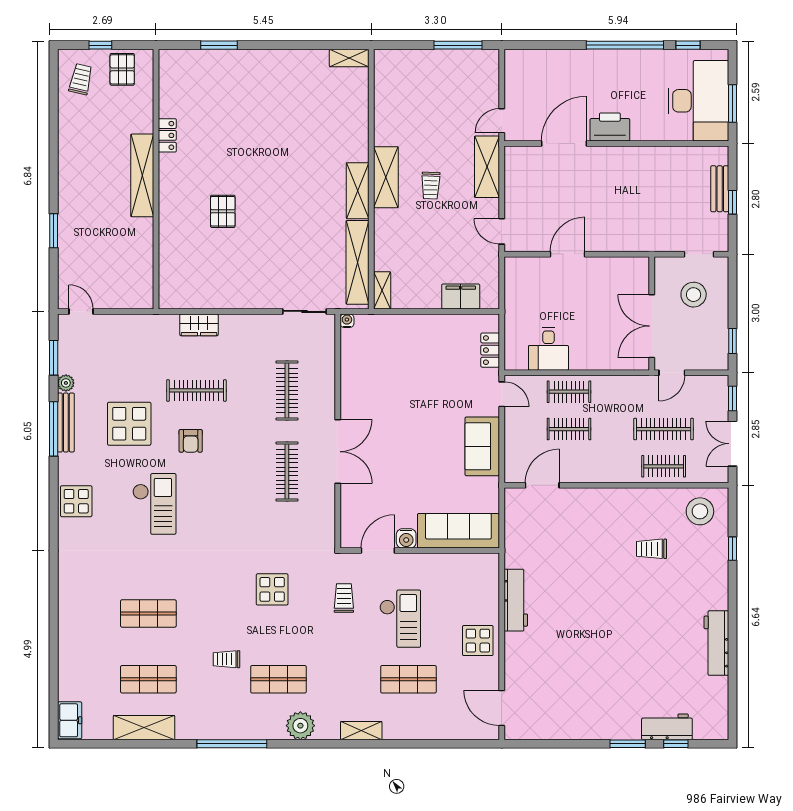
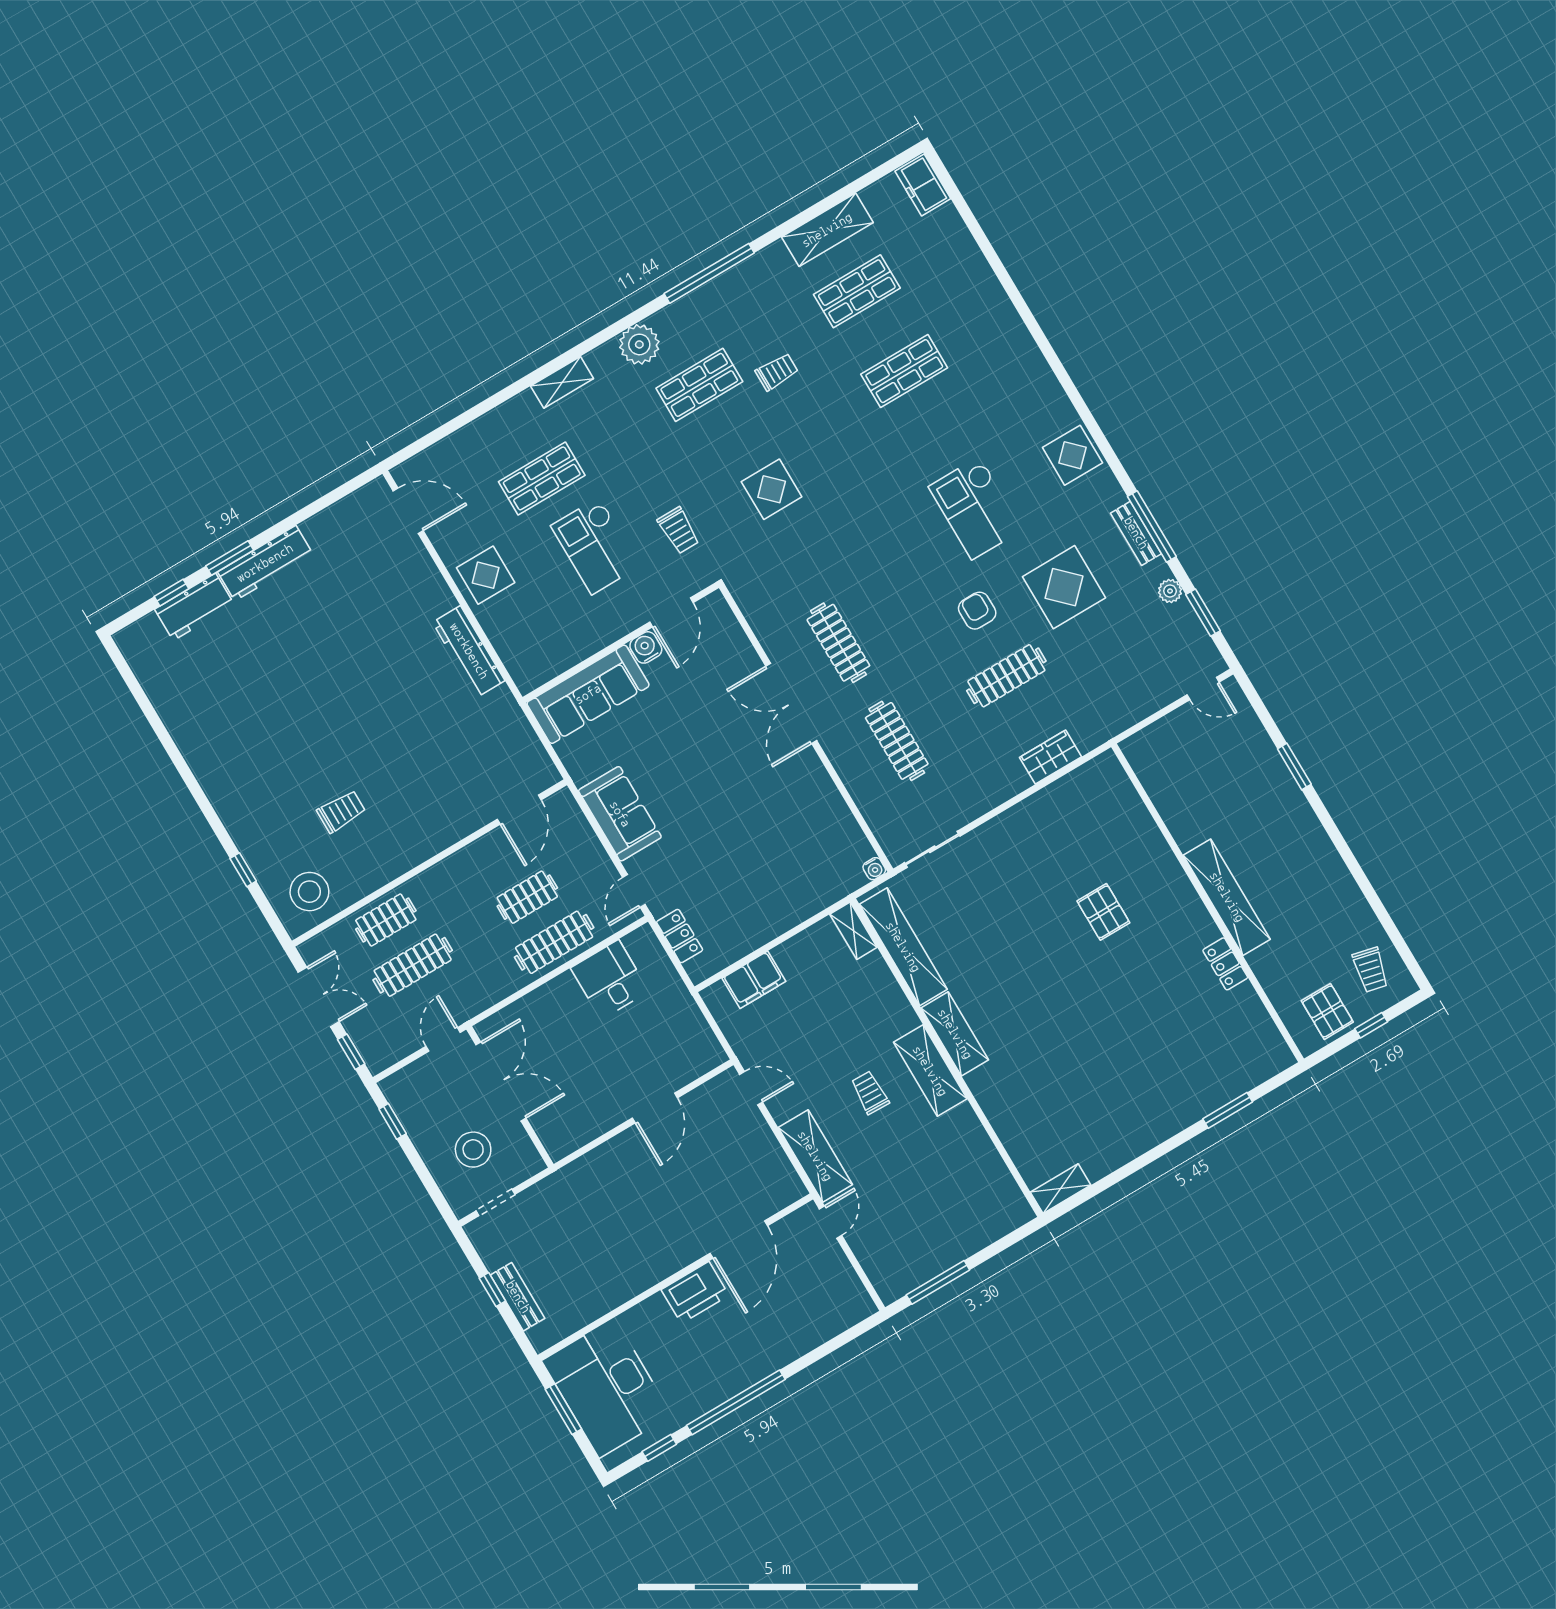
clothes rail: (569, 392) -> (554, 942), width x1.36
door: (502, 394) -> (634, 891), hinge flipped
bench: (66, 422) -> (1136, 533), width x0.73
workbench: (716, 643) -> (265, 563), moved, turned 90

